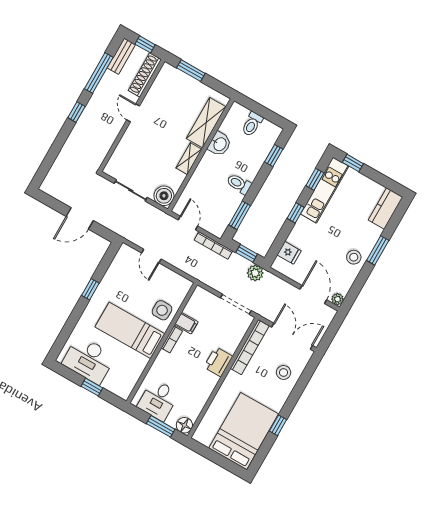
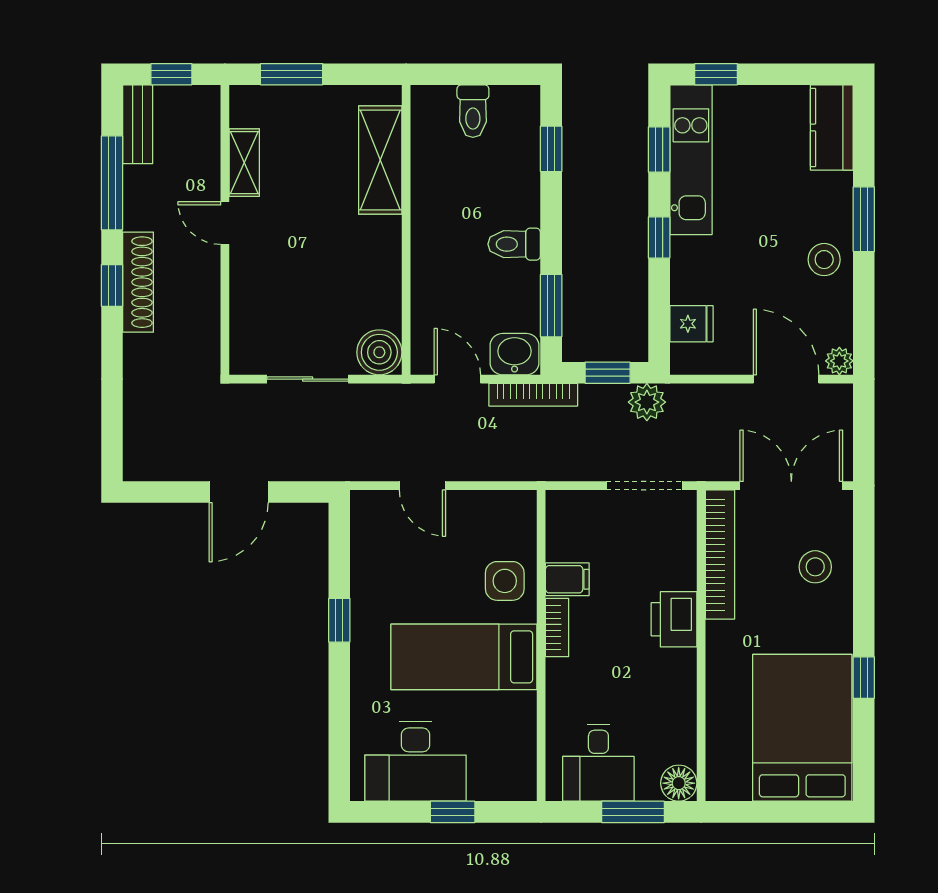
shoe rack: (145, 75) -> (138, 282), moved, turned 180
washbasin: (220, 144) -> (515, 354), moved, turned -90
shelving: (189, 159) -> (244, 163), moved

